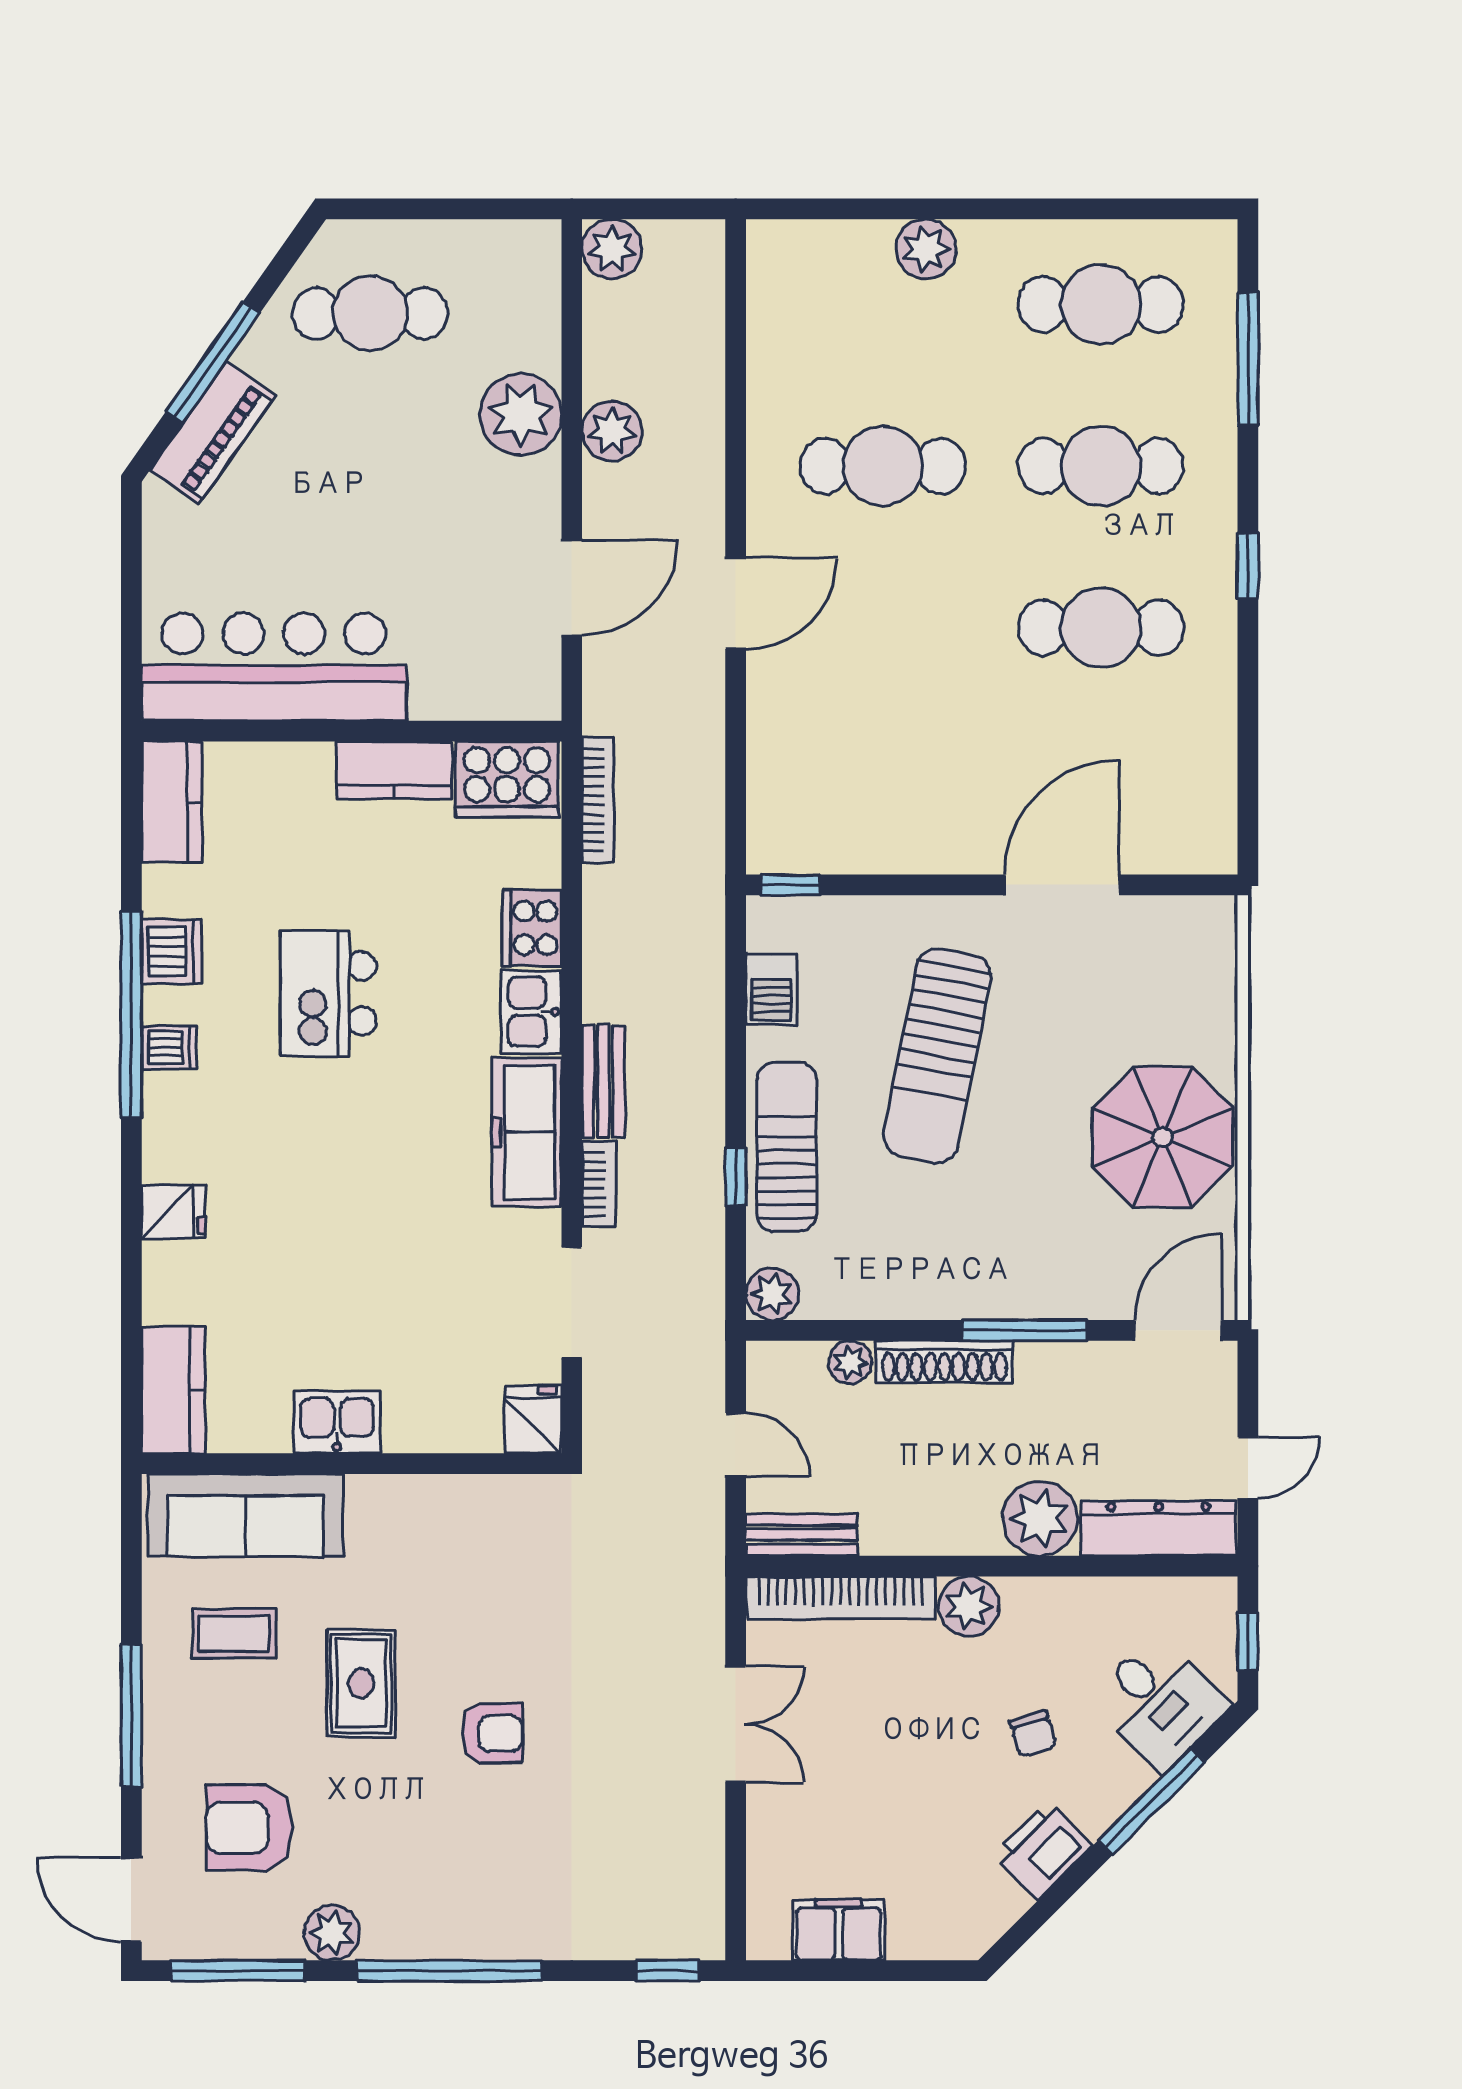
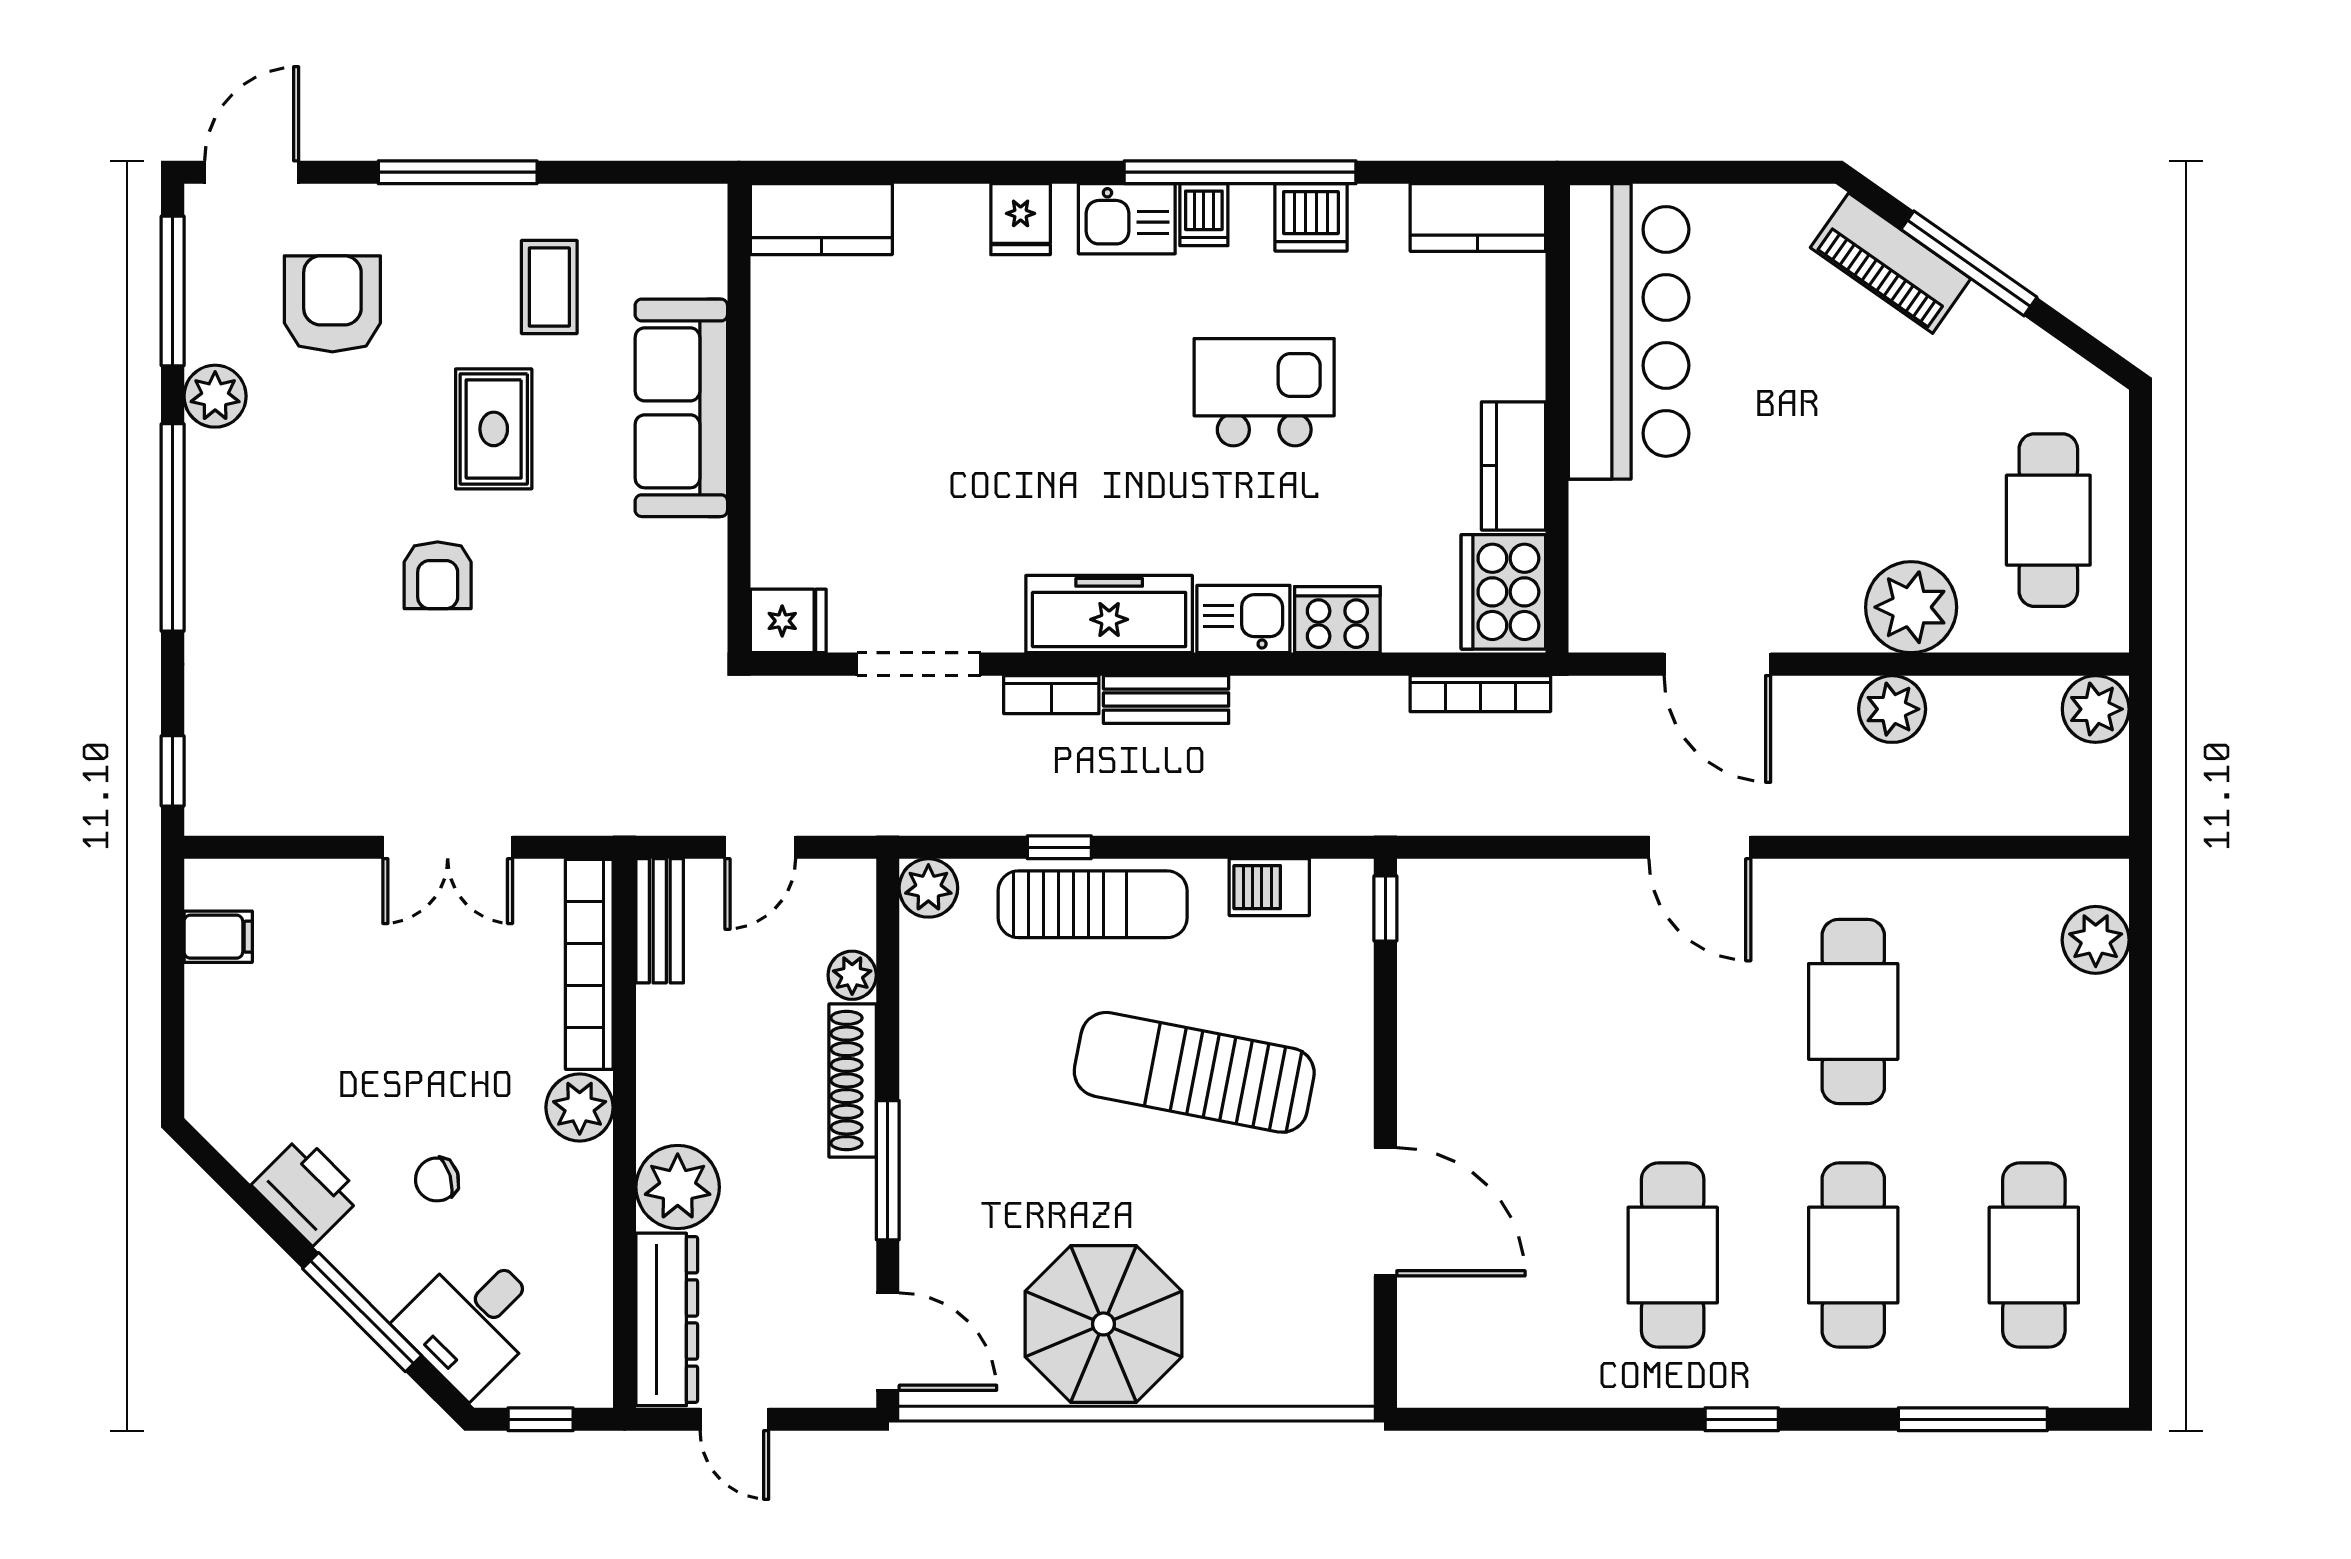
plant: (926, 249) -> (2096, 940), moved
cafe table: (370, 314) -> (2048, 520), moved
kitchen sink: (337, 1422) -> (1127, 219), moved, turned 90
sofa: (246, 1515) -> (681, 408), moved
rug: (361, 1683) -> (494, 429), turned 90
filing cabinet: (839, 1930) -> (218, 937), width x0.50

